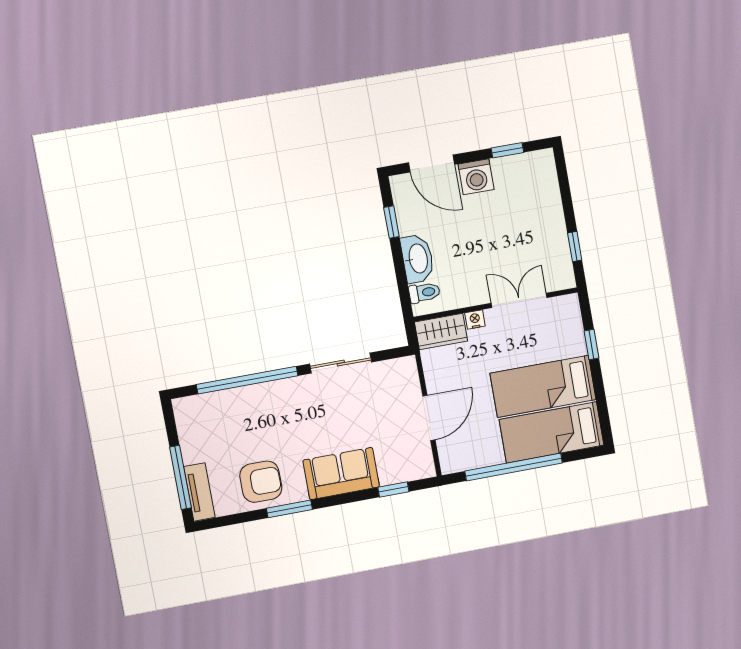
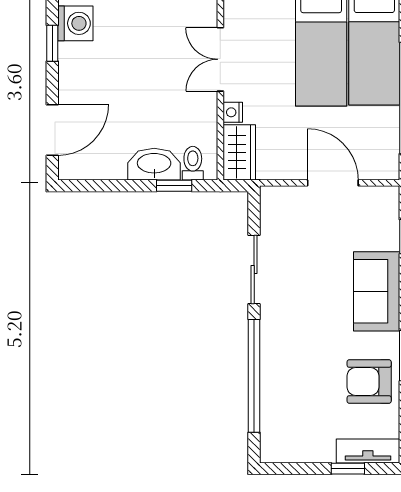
washing machine: (476, 177) -> (75, 23), moved
window: (391, 222) -> (174, 186), moved
window: (180, 477) -> (348, 469), width x0.46
armchair: (261, 482) -> (369, 381), turned -90

